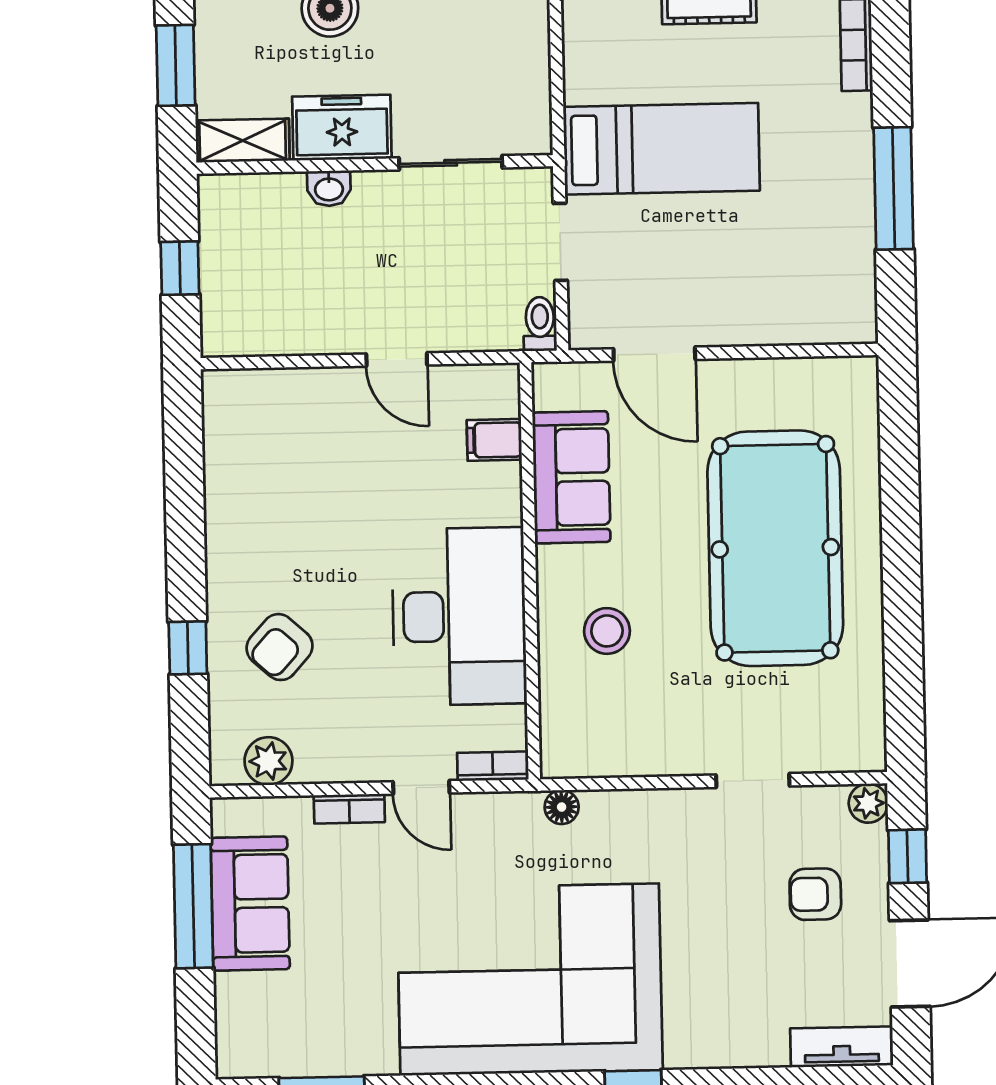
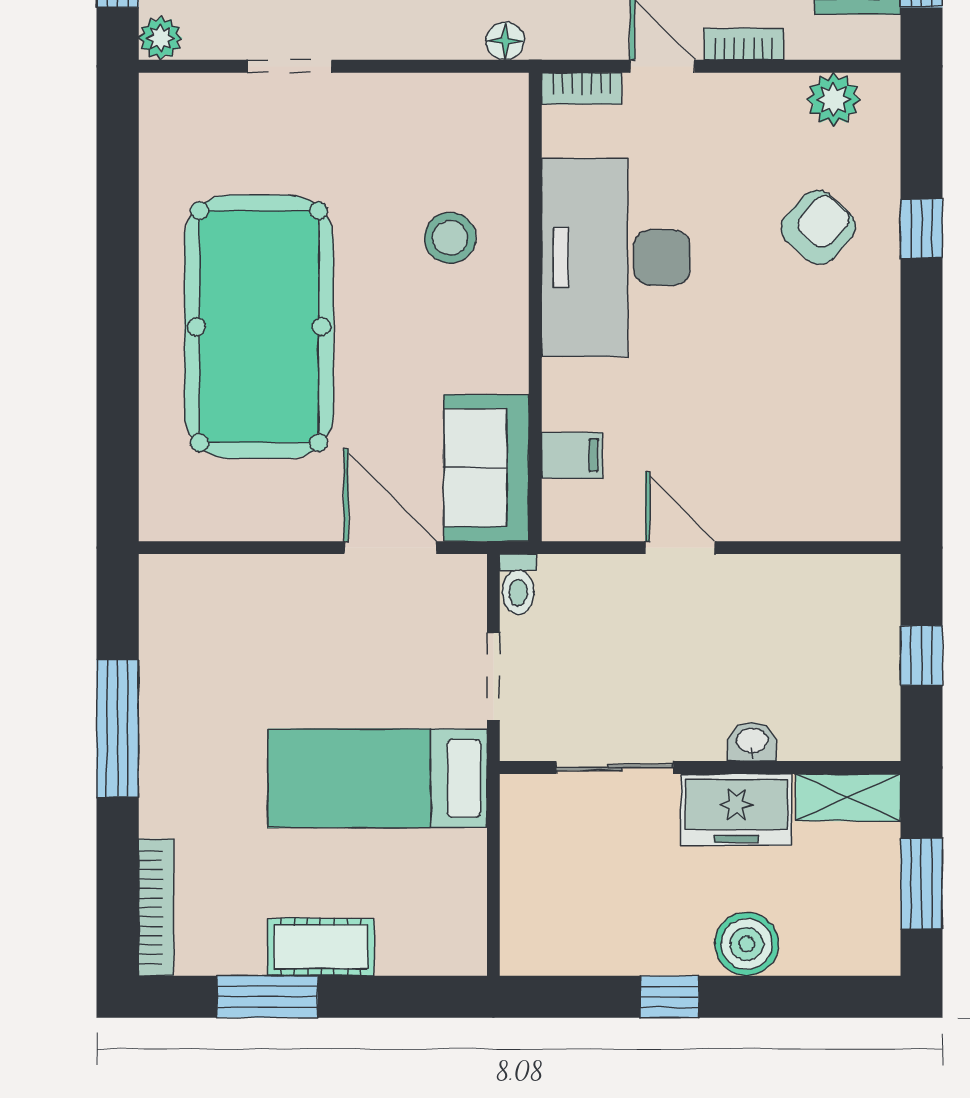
sofa: (571, 477) -> (486, 468), moved

